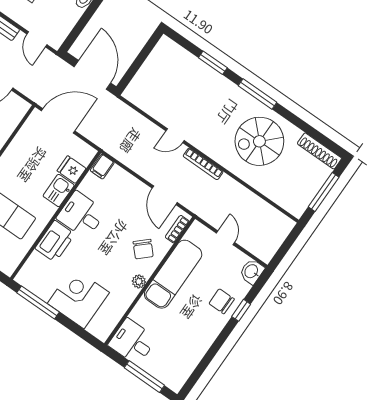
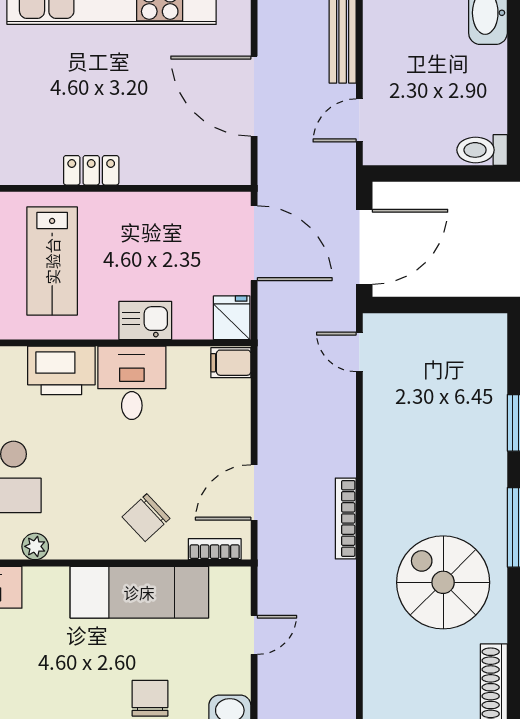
door: (175, 136) -> (359, 352), moved
fridge: (72, 170) -> (232, 318), moved
plant: (139, 281) -> (35, 546), moved

